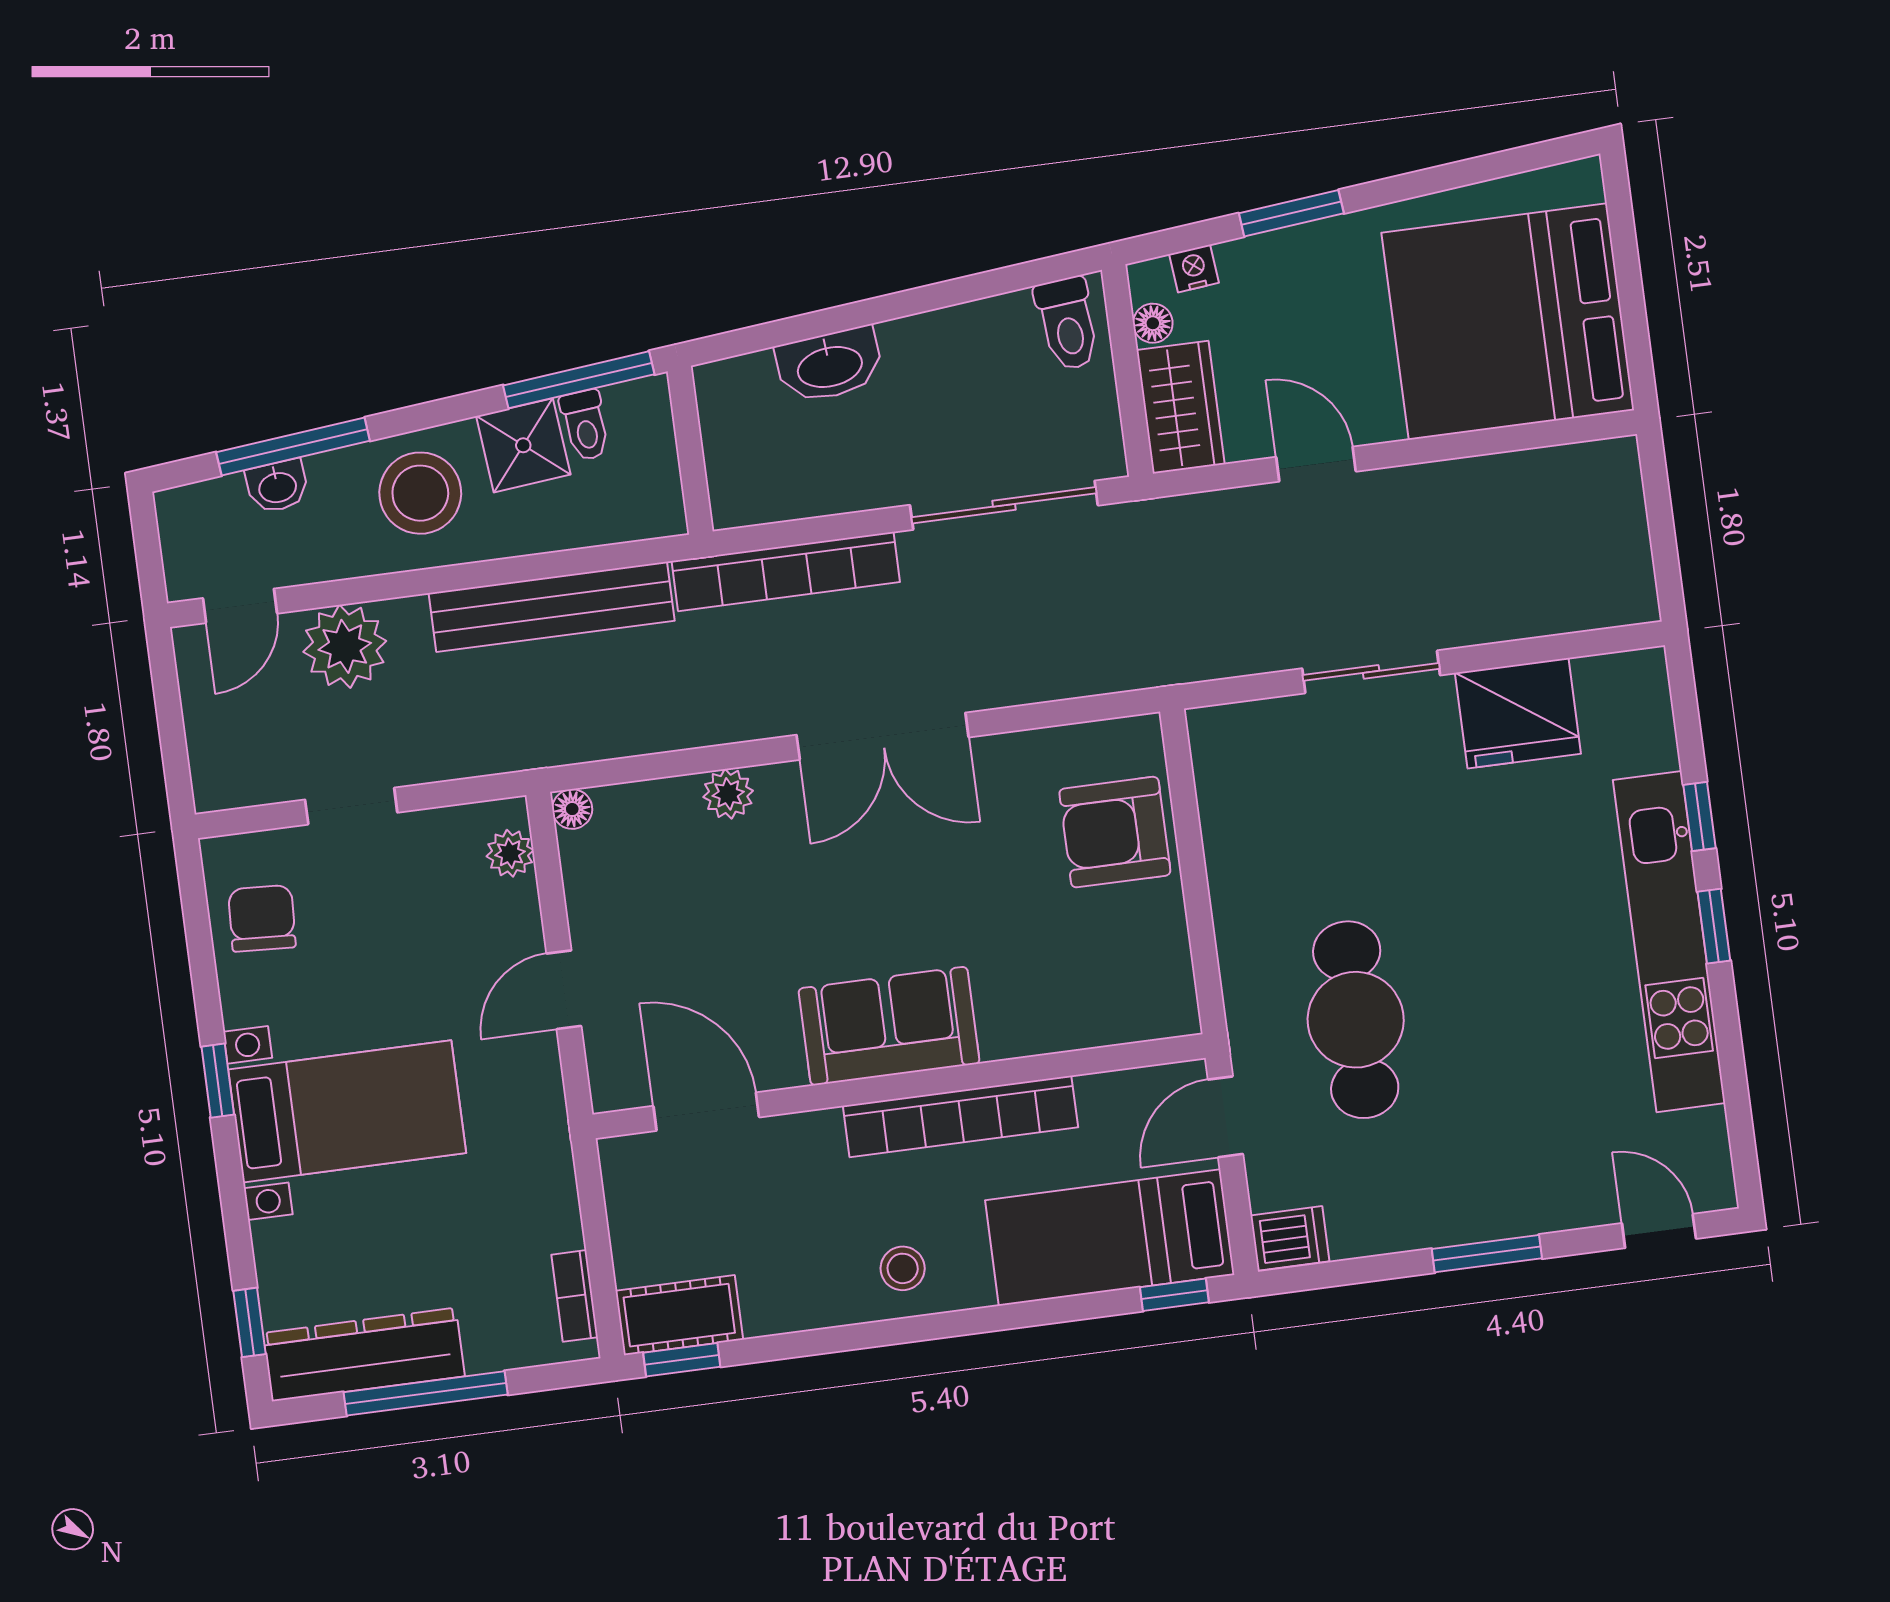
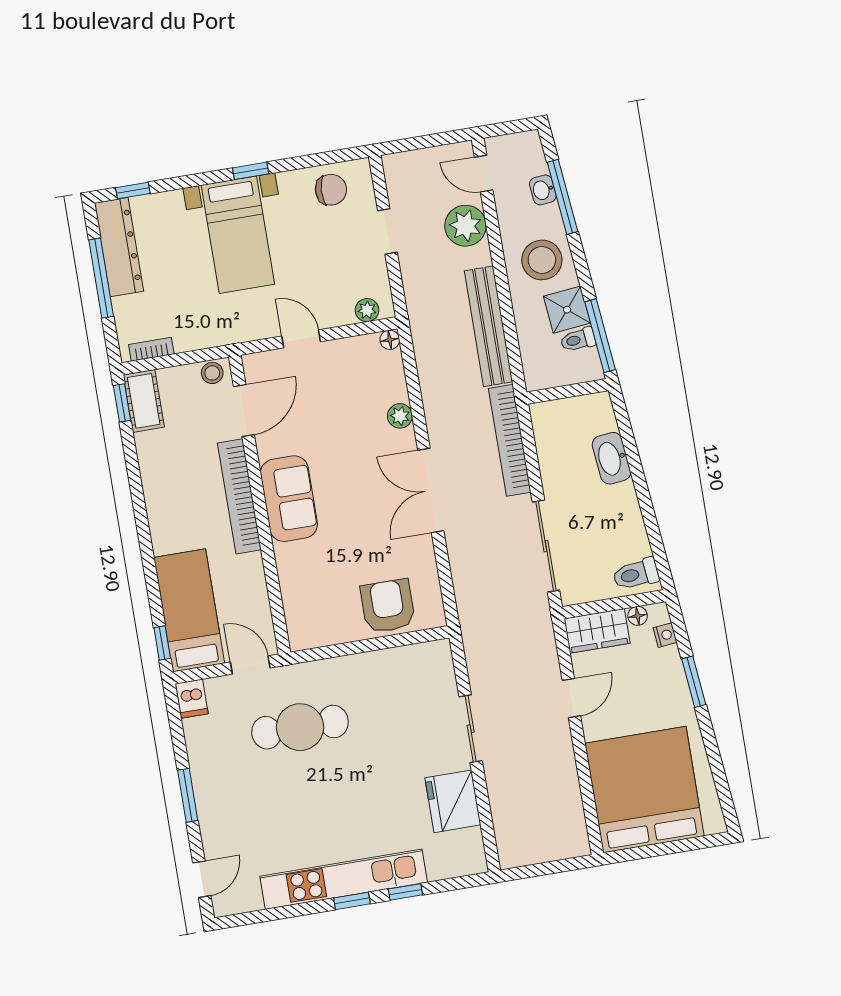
bookcase: (960, 1116) -> (239, 496), moved
stool: (903, 1268) -> (212, 373), moved

